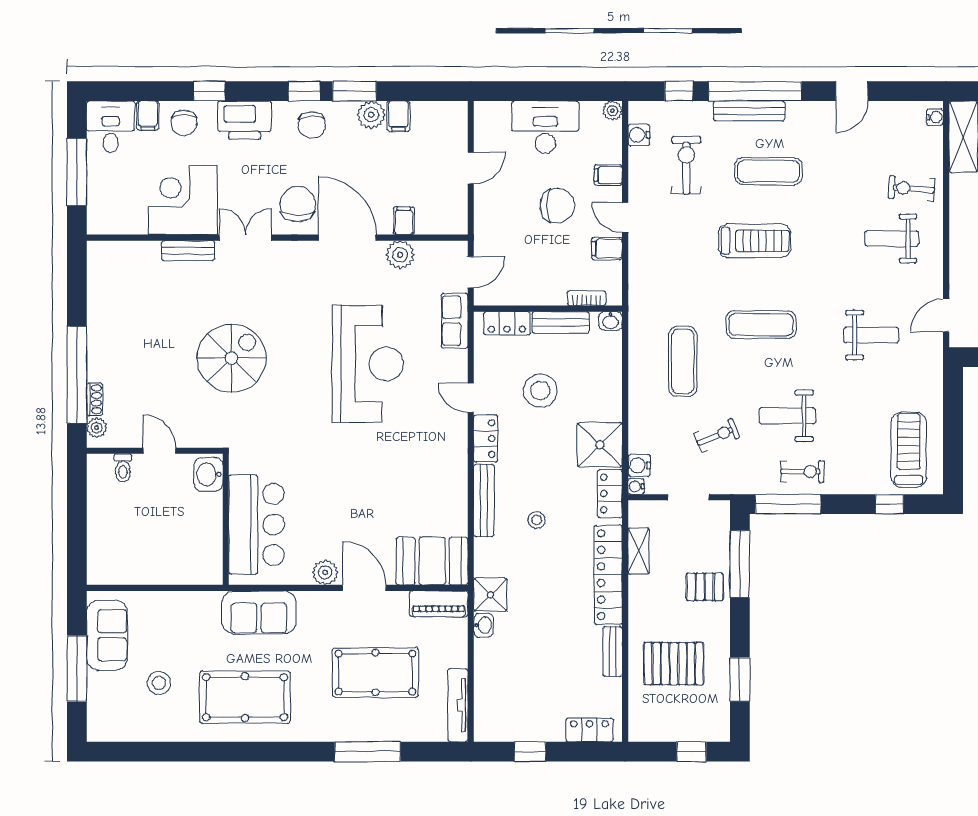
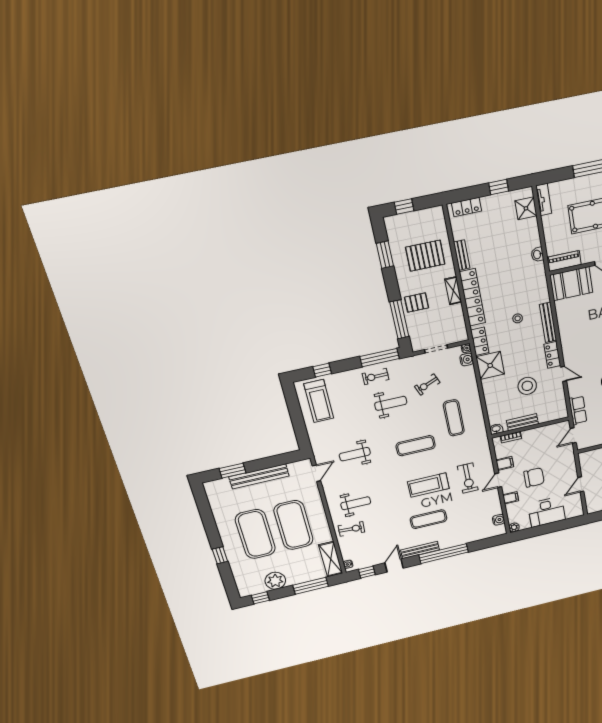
window: (679, 91) -> (367, 572), moved
bench: (749, 111) -> (420, 550), moved
exercise bike: (686, 165) -> (468, 478), moved
chair: (557, 206) -> (534, 477), turned 180
door: (625, 217) -> (498, 480), swing flipped
locker: (507, 323) -> (551, 415), removed
shelving: (639, 551) -> (453, 291), moved
shower: (490, 595) -> (526, 208), moved
tv unit: (458, 705) -> (544, 200), width x0.71

